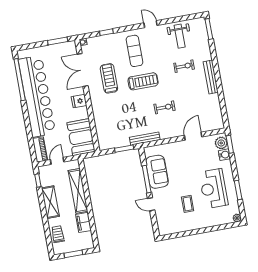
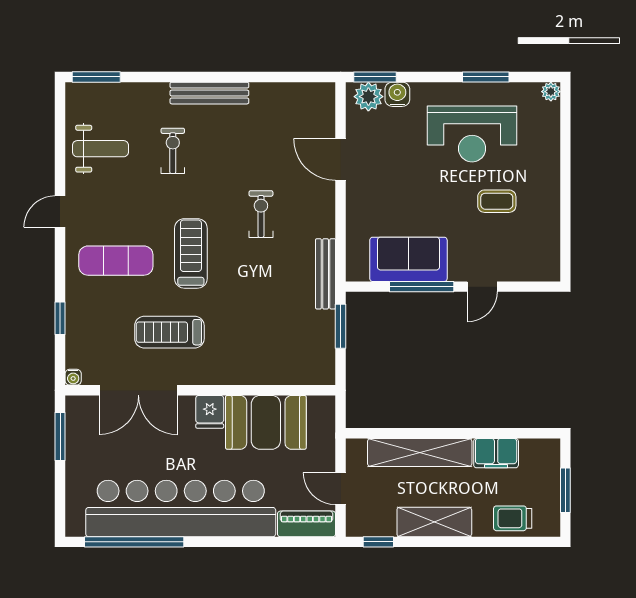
booth: (81, 137) -> (266, 422), moved

